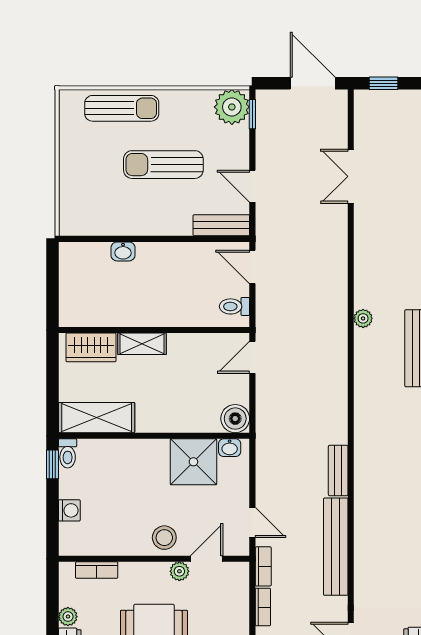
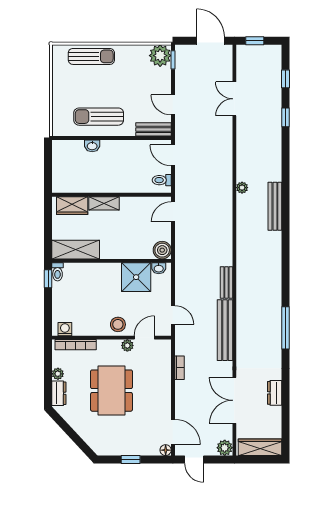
sun lounger: (163, 165) -> (99, 117), moved
washing machine: (69, 510) -> (65, 329), moved, turned -90
bookcase: (263, 566) -> (180, 342), removed
bookcase: (97, 570) -> (76, 345), width x1.56

